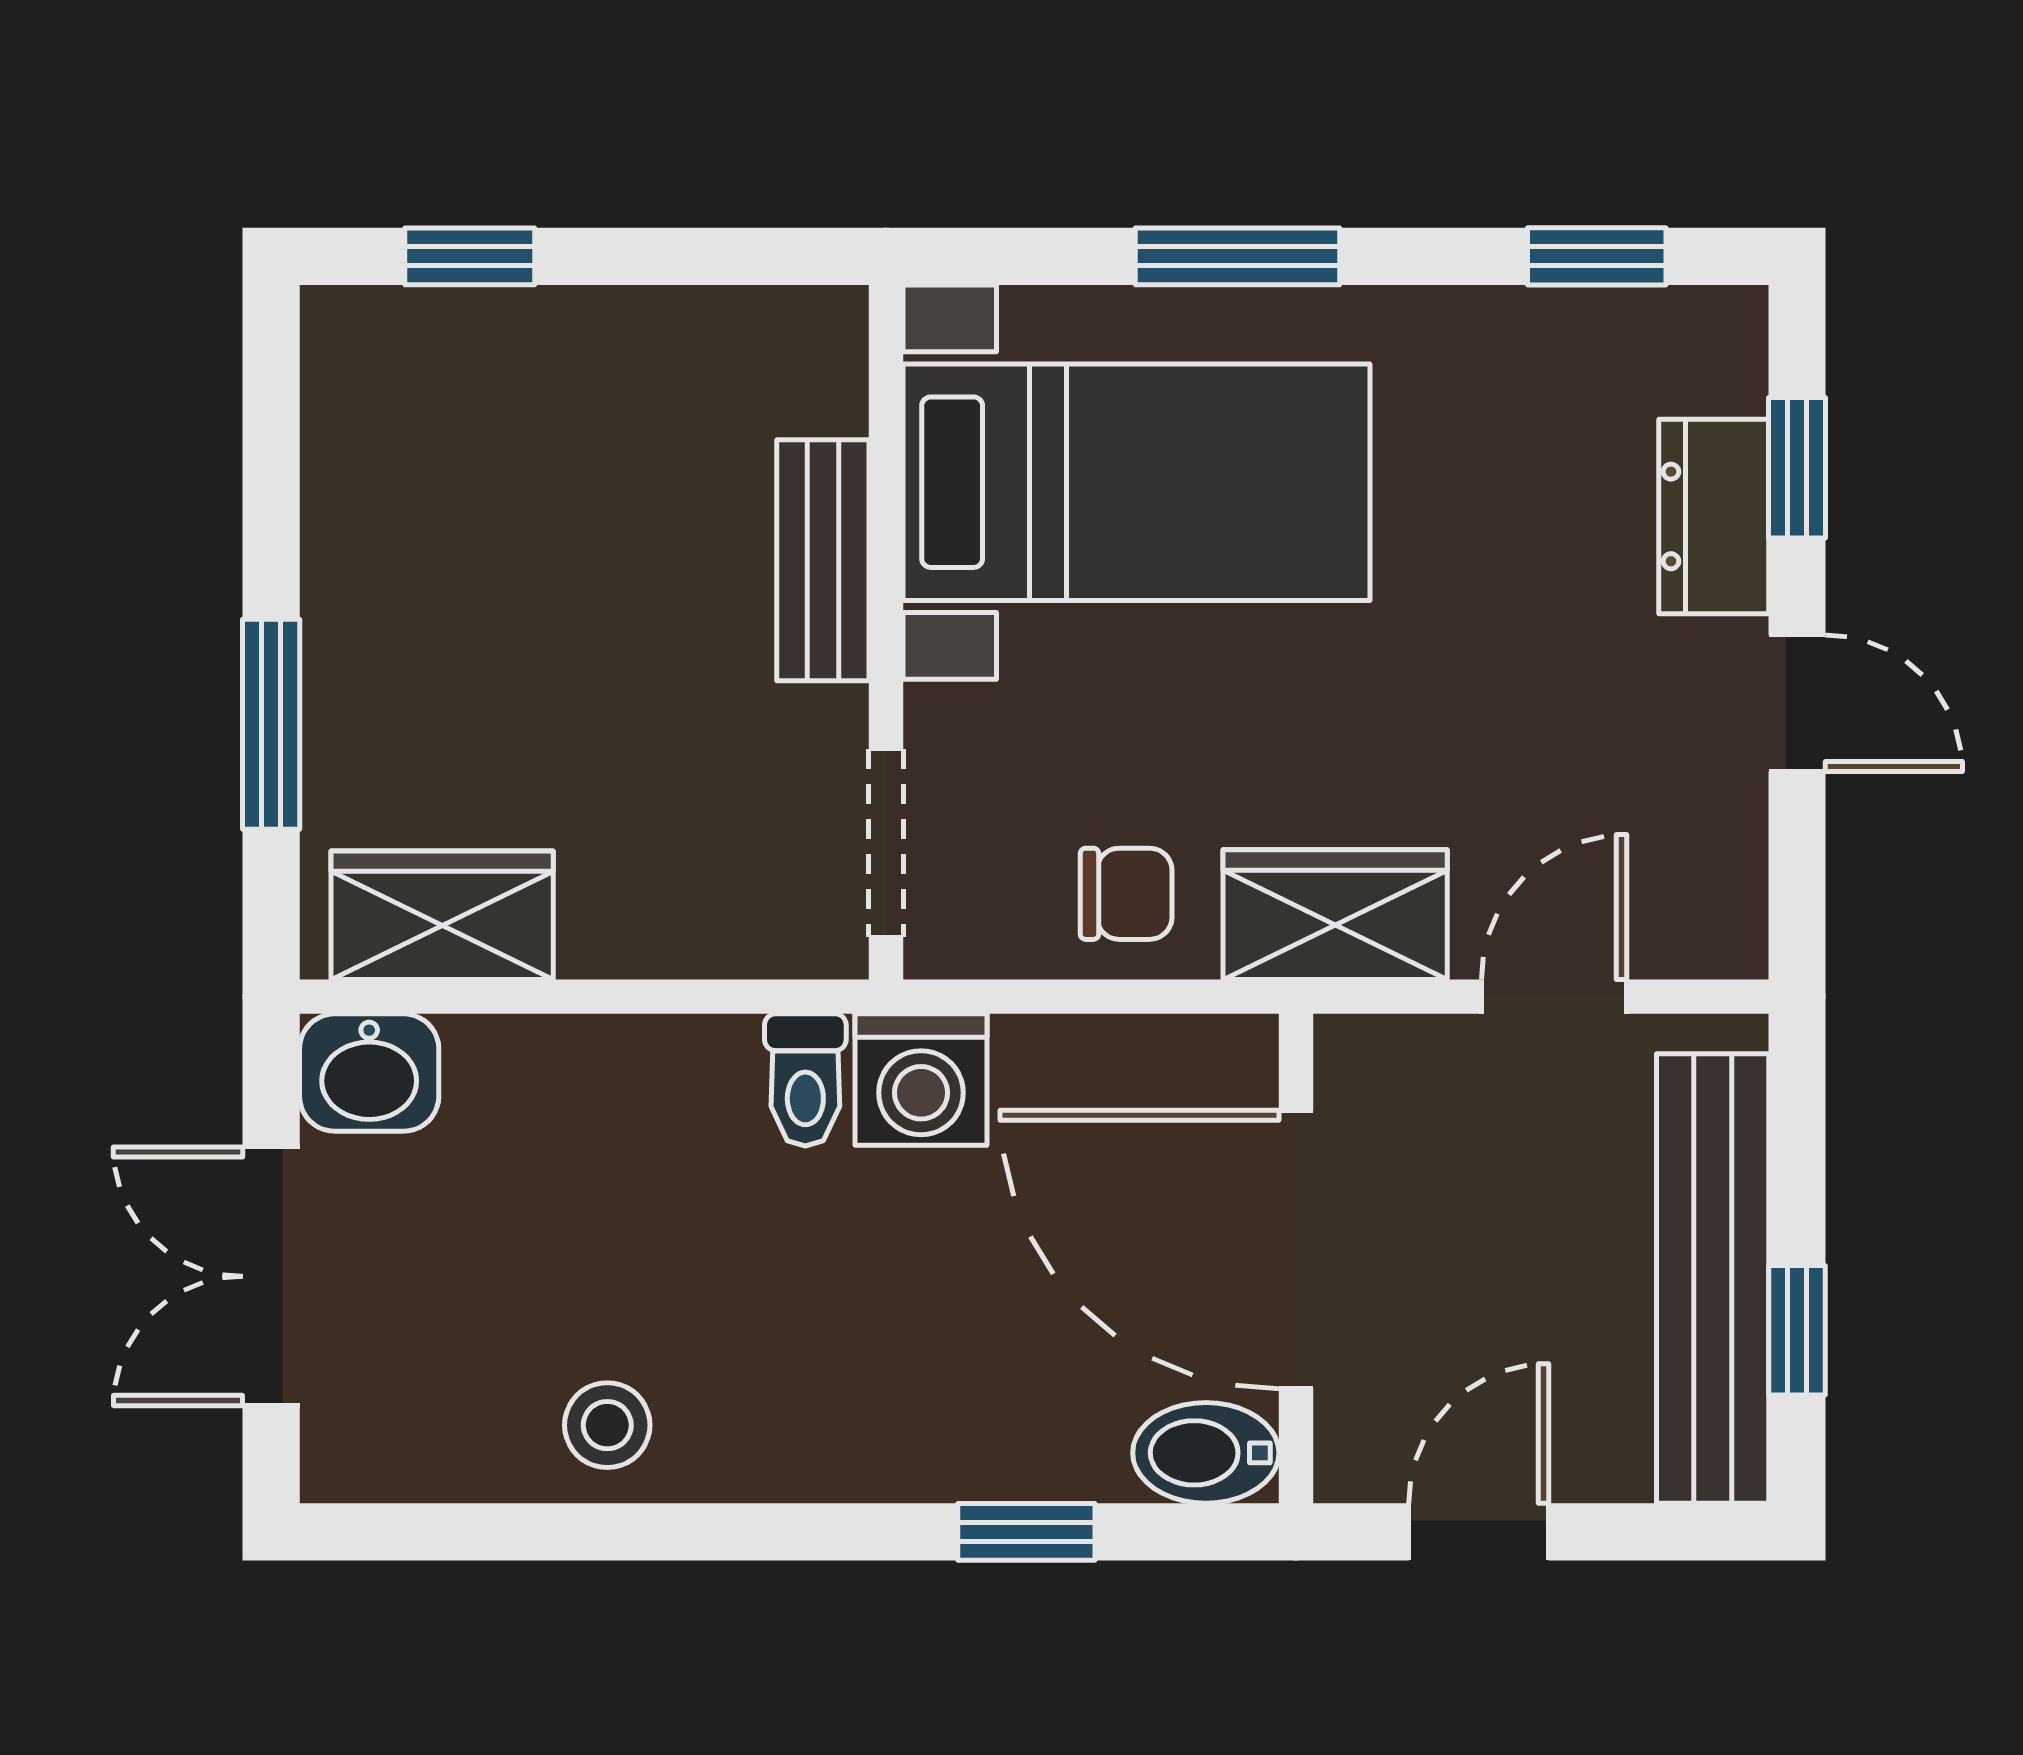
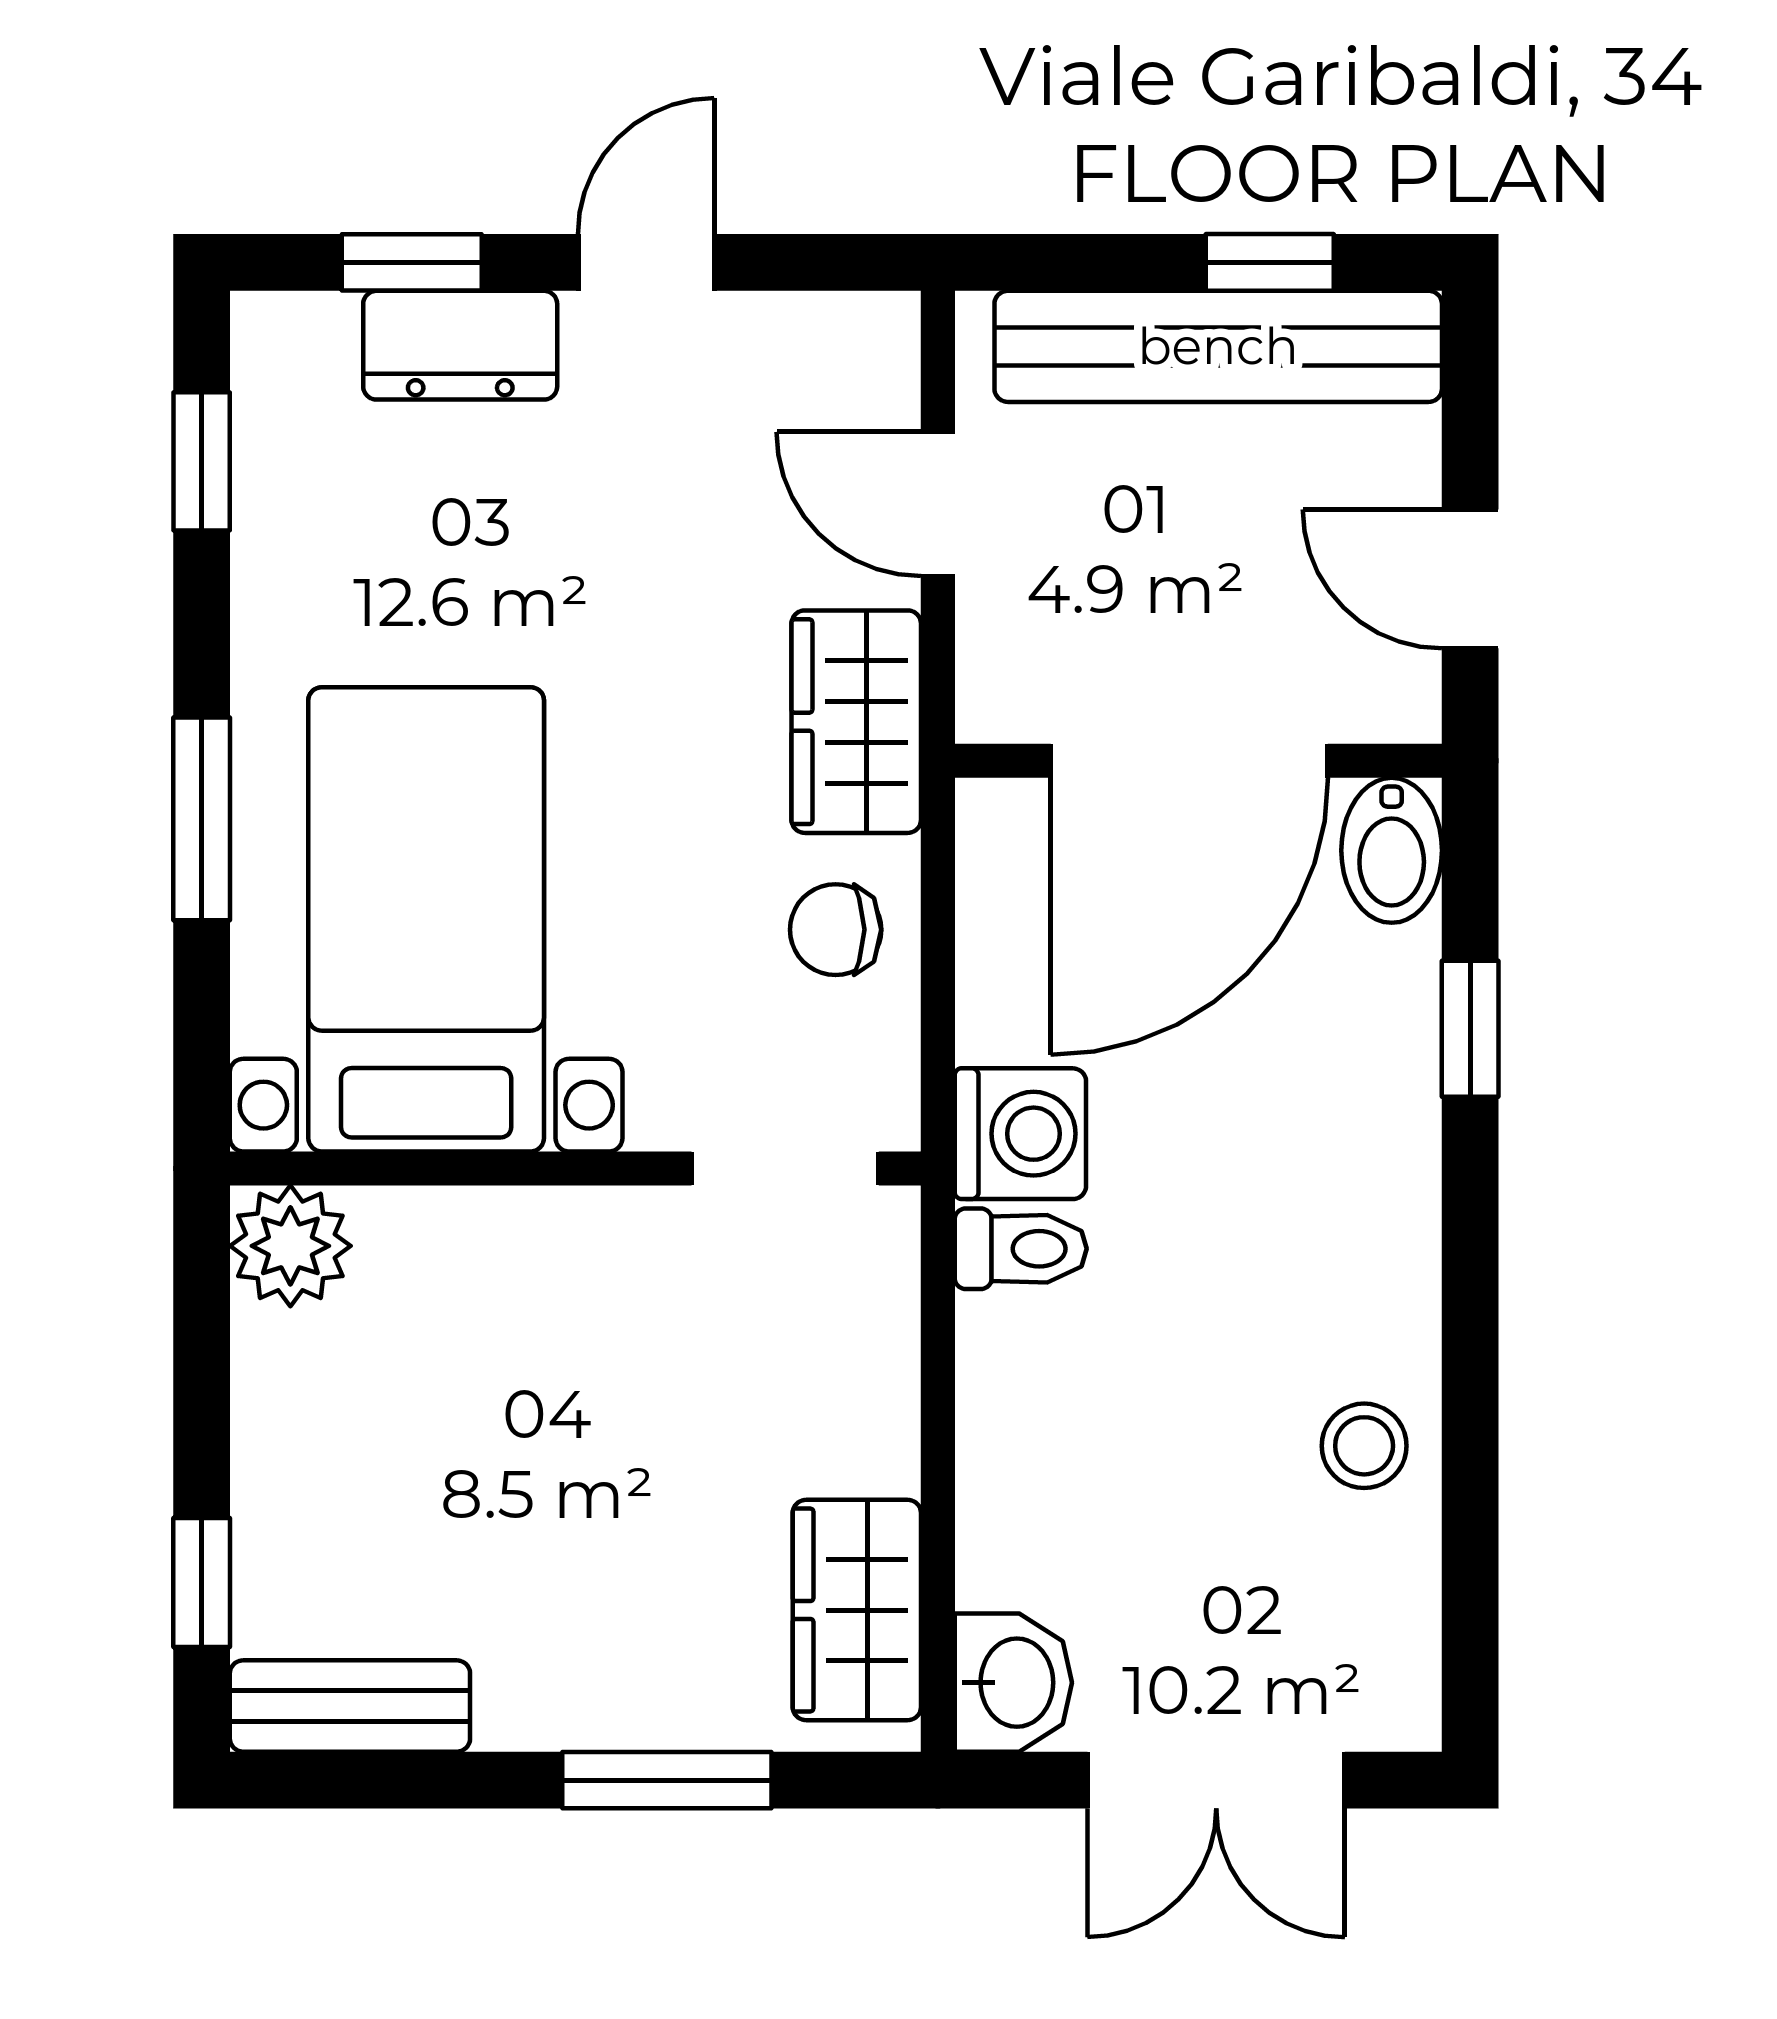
plant: (808, 346) -> (290, 1246), added
bench: (823, 560) -> (350, 1706), moved
chair: (1126, 894) -> (836, 930), turned -90

